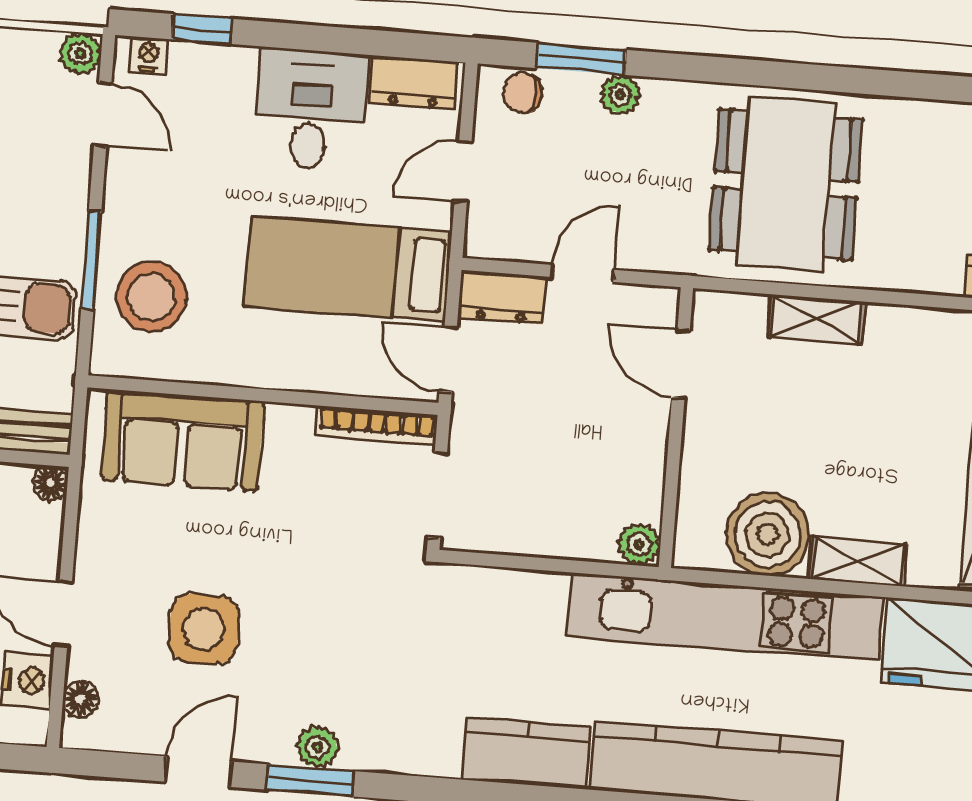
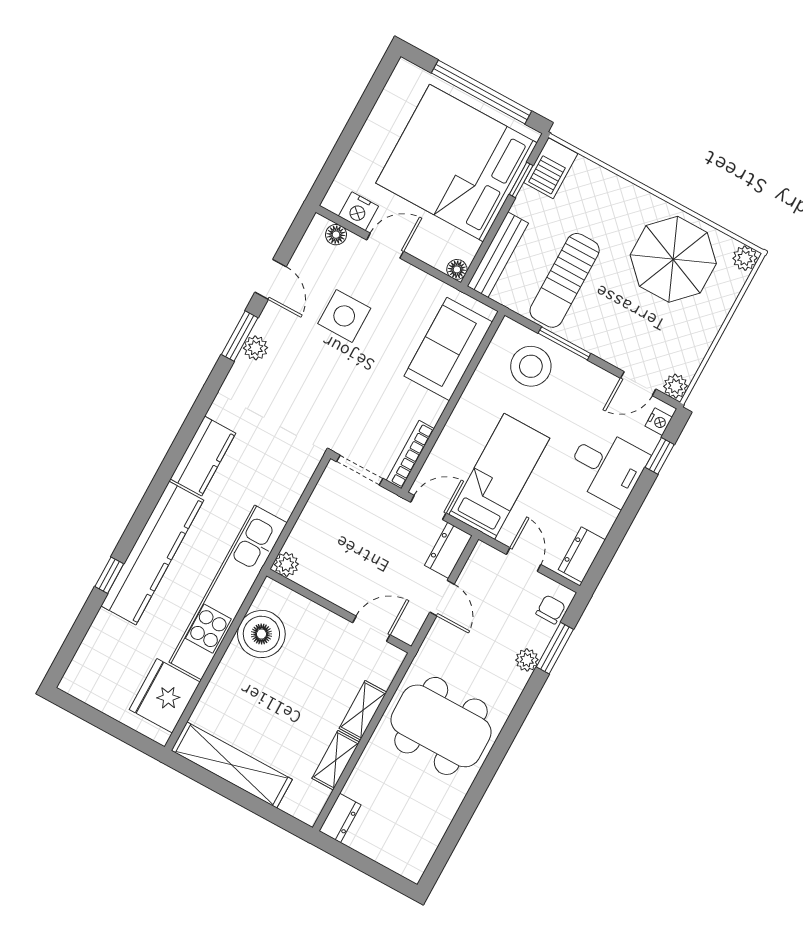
desk: (311, 109) -> (607, 467), moved
shelving: (858, 561) -> (336, 760), moved

